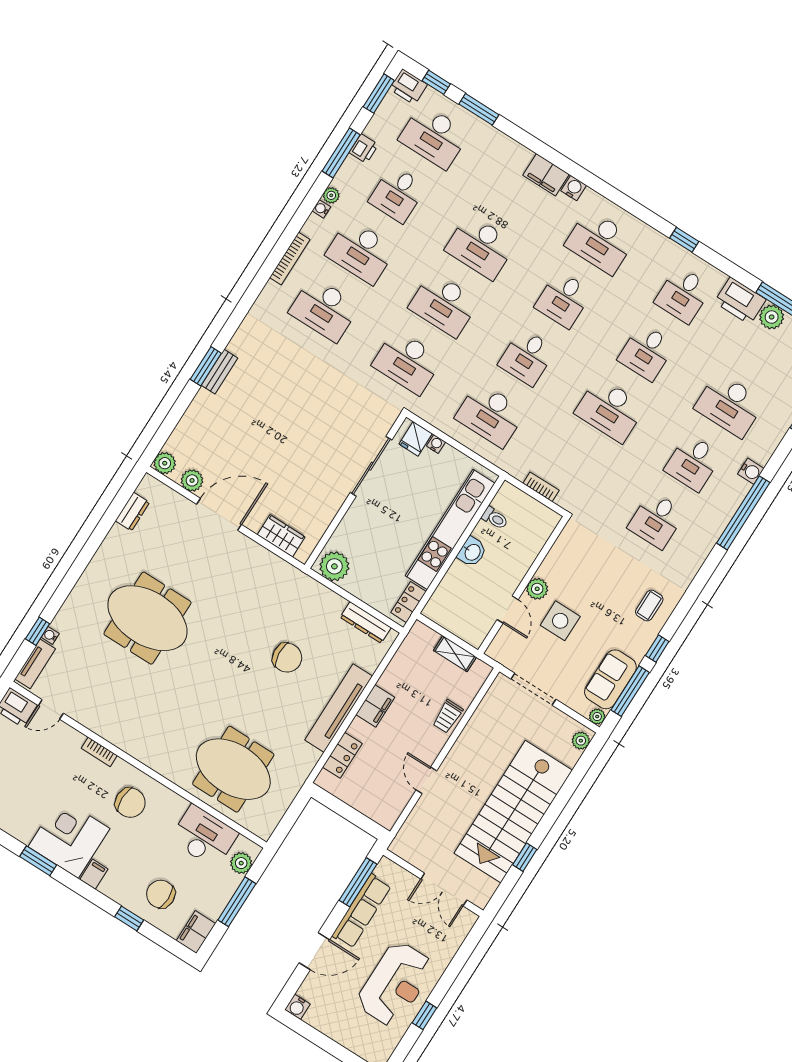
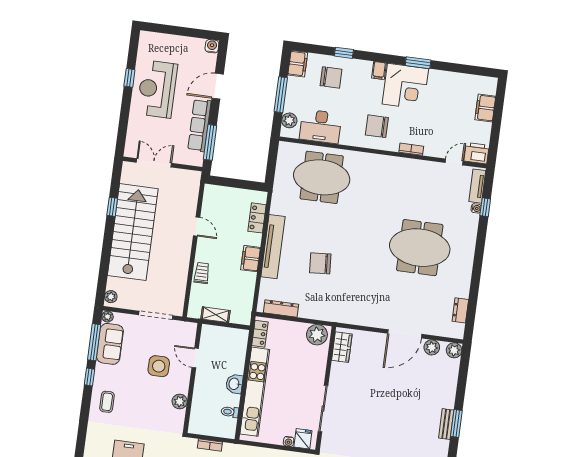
wardrobe: (281, 536) -> (342, 347), moved, turned -90
plant: (537, 589) -> (180, 401), moved

